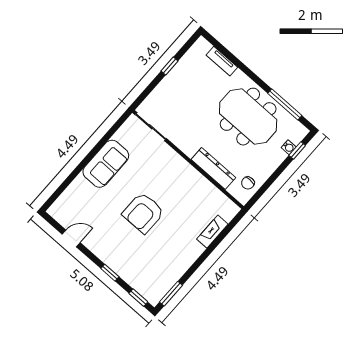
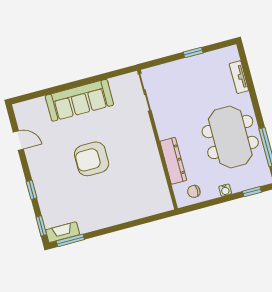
water cooler: (289, 147) -> (225, 190), moved
sofa: (106, 164) -> (79, 100), width x1.36
fireplace: (212, 232) -> (63, 232), moved

